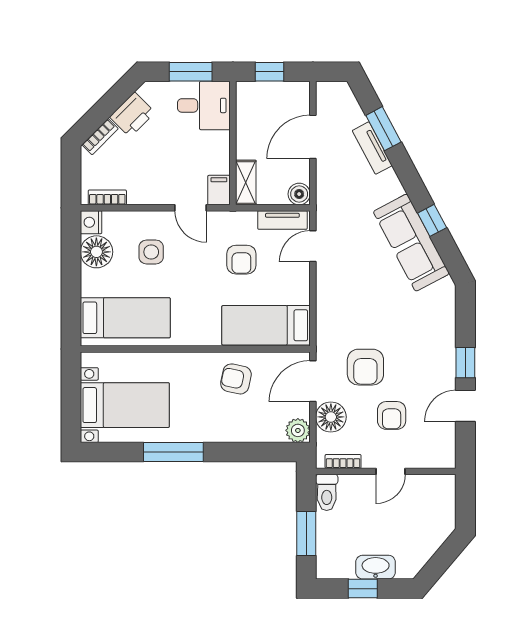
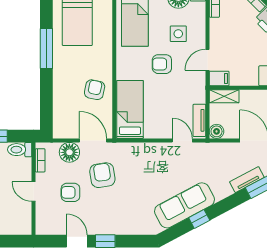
armchair: (241, 260) -> (162, 64), moved
armchair: (365, 367) -> (102, 175), turned 82
plant: (298, 430) -> (61, 131), removed

